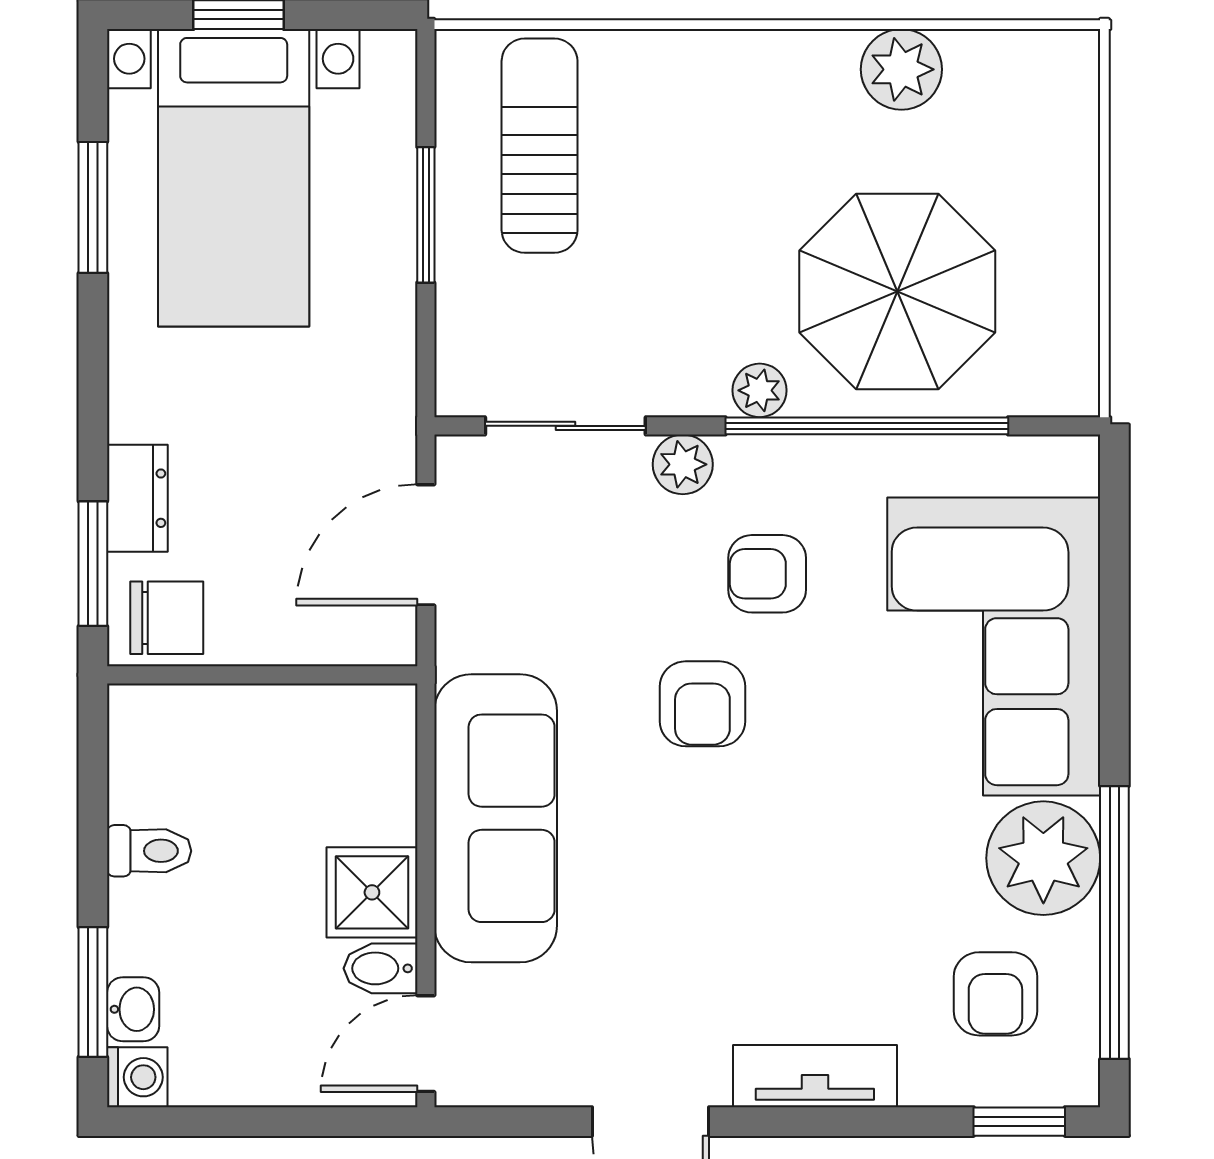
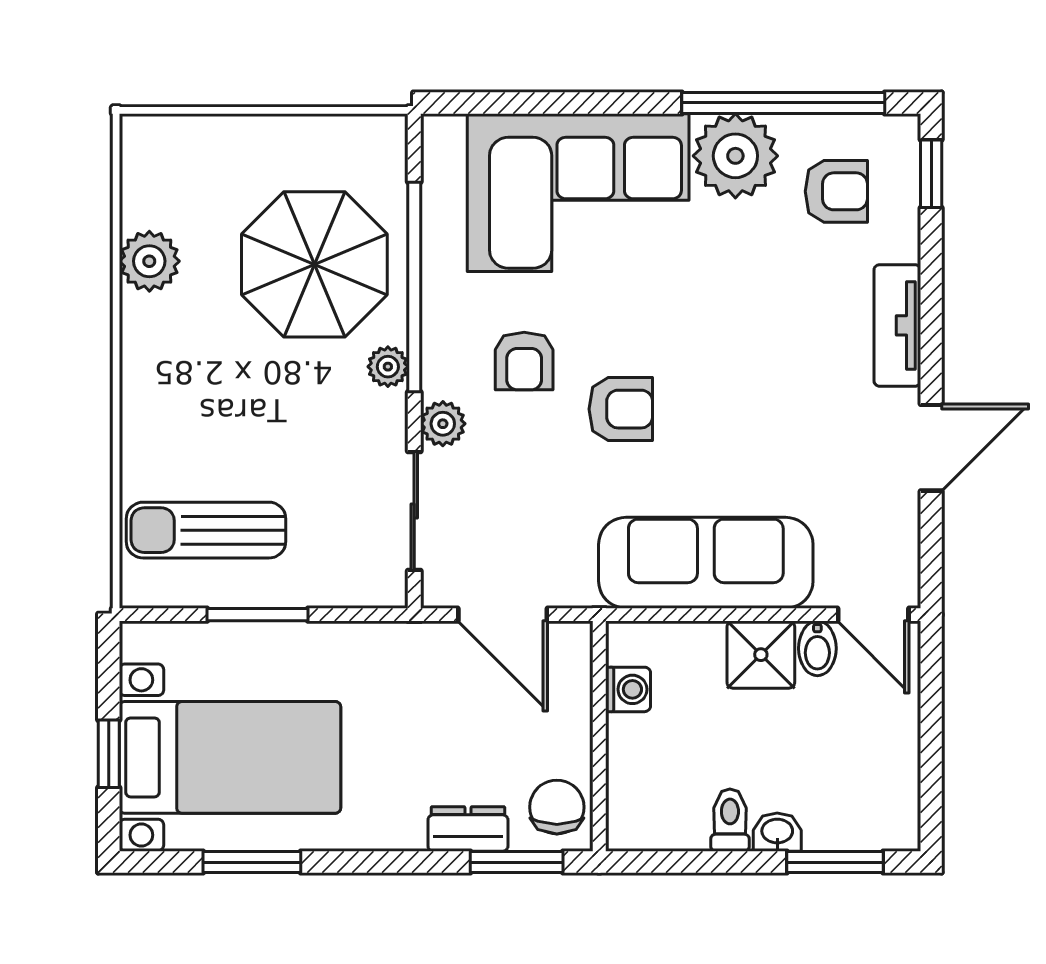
washbasin: (133, 1009) -> (777, 832), moved
washing machine: (137, 1077) -> (628, 689), moved, turned 90

